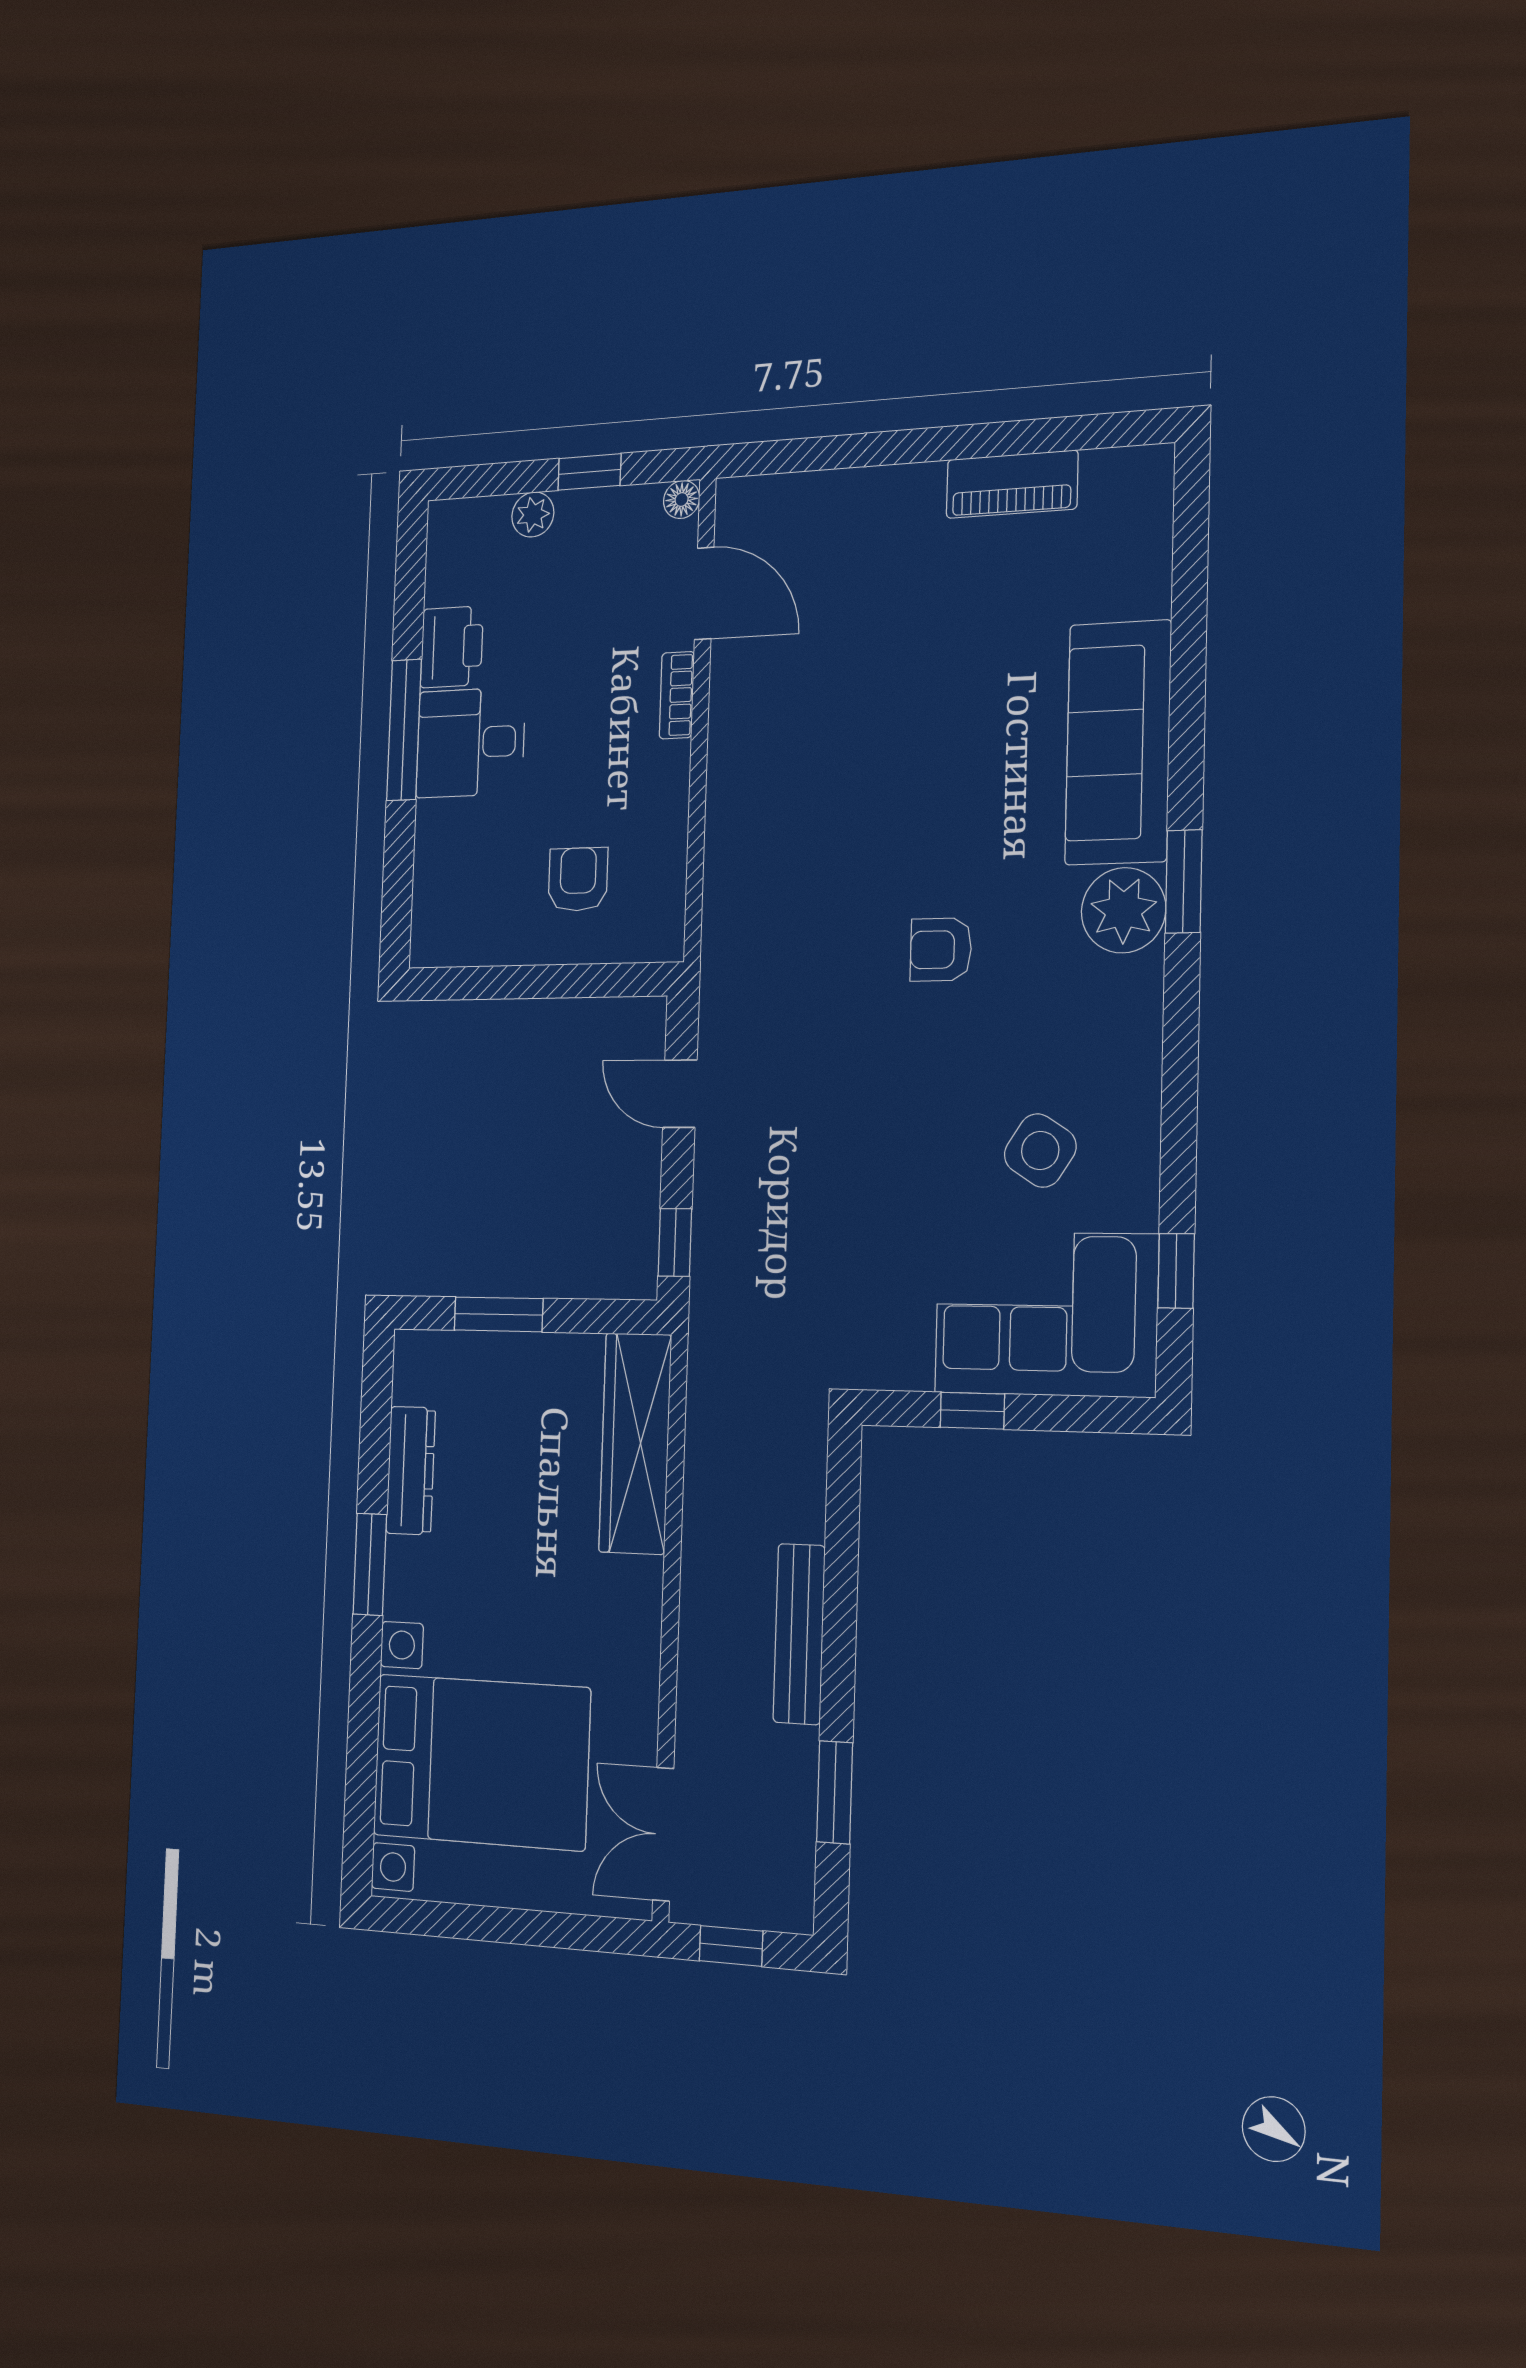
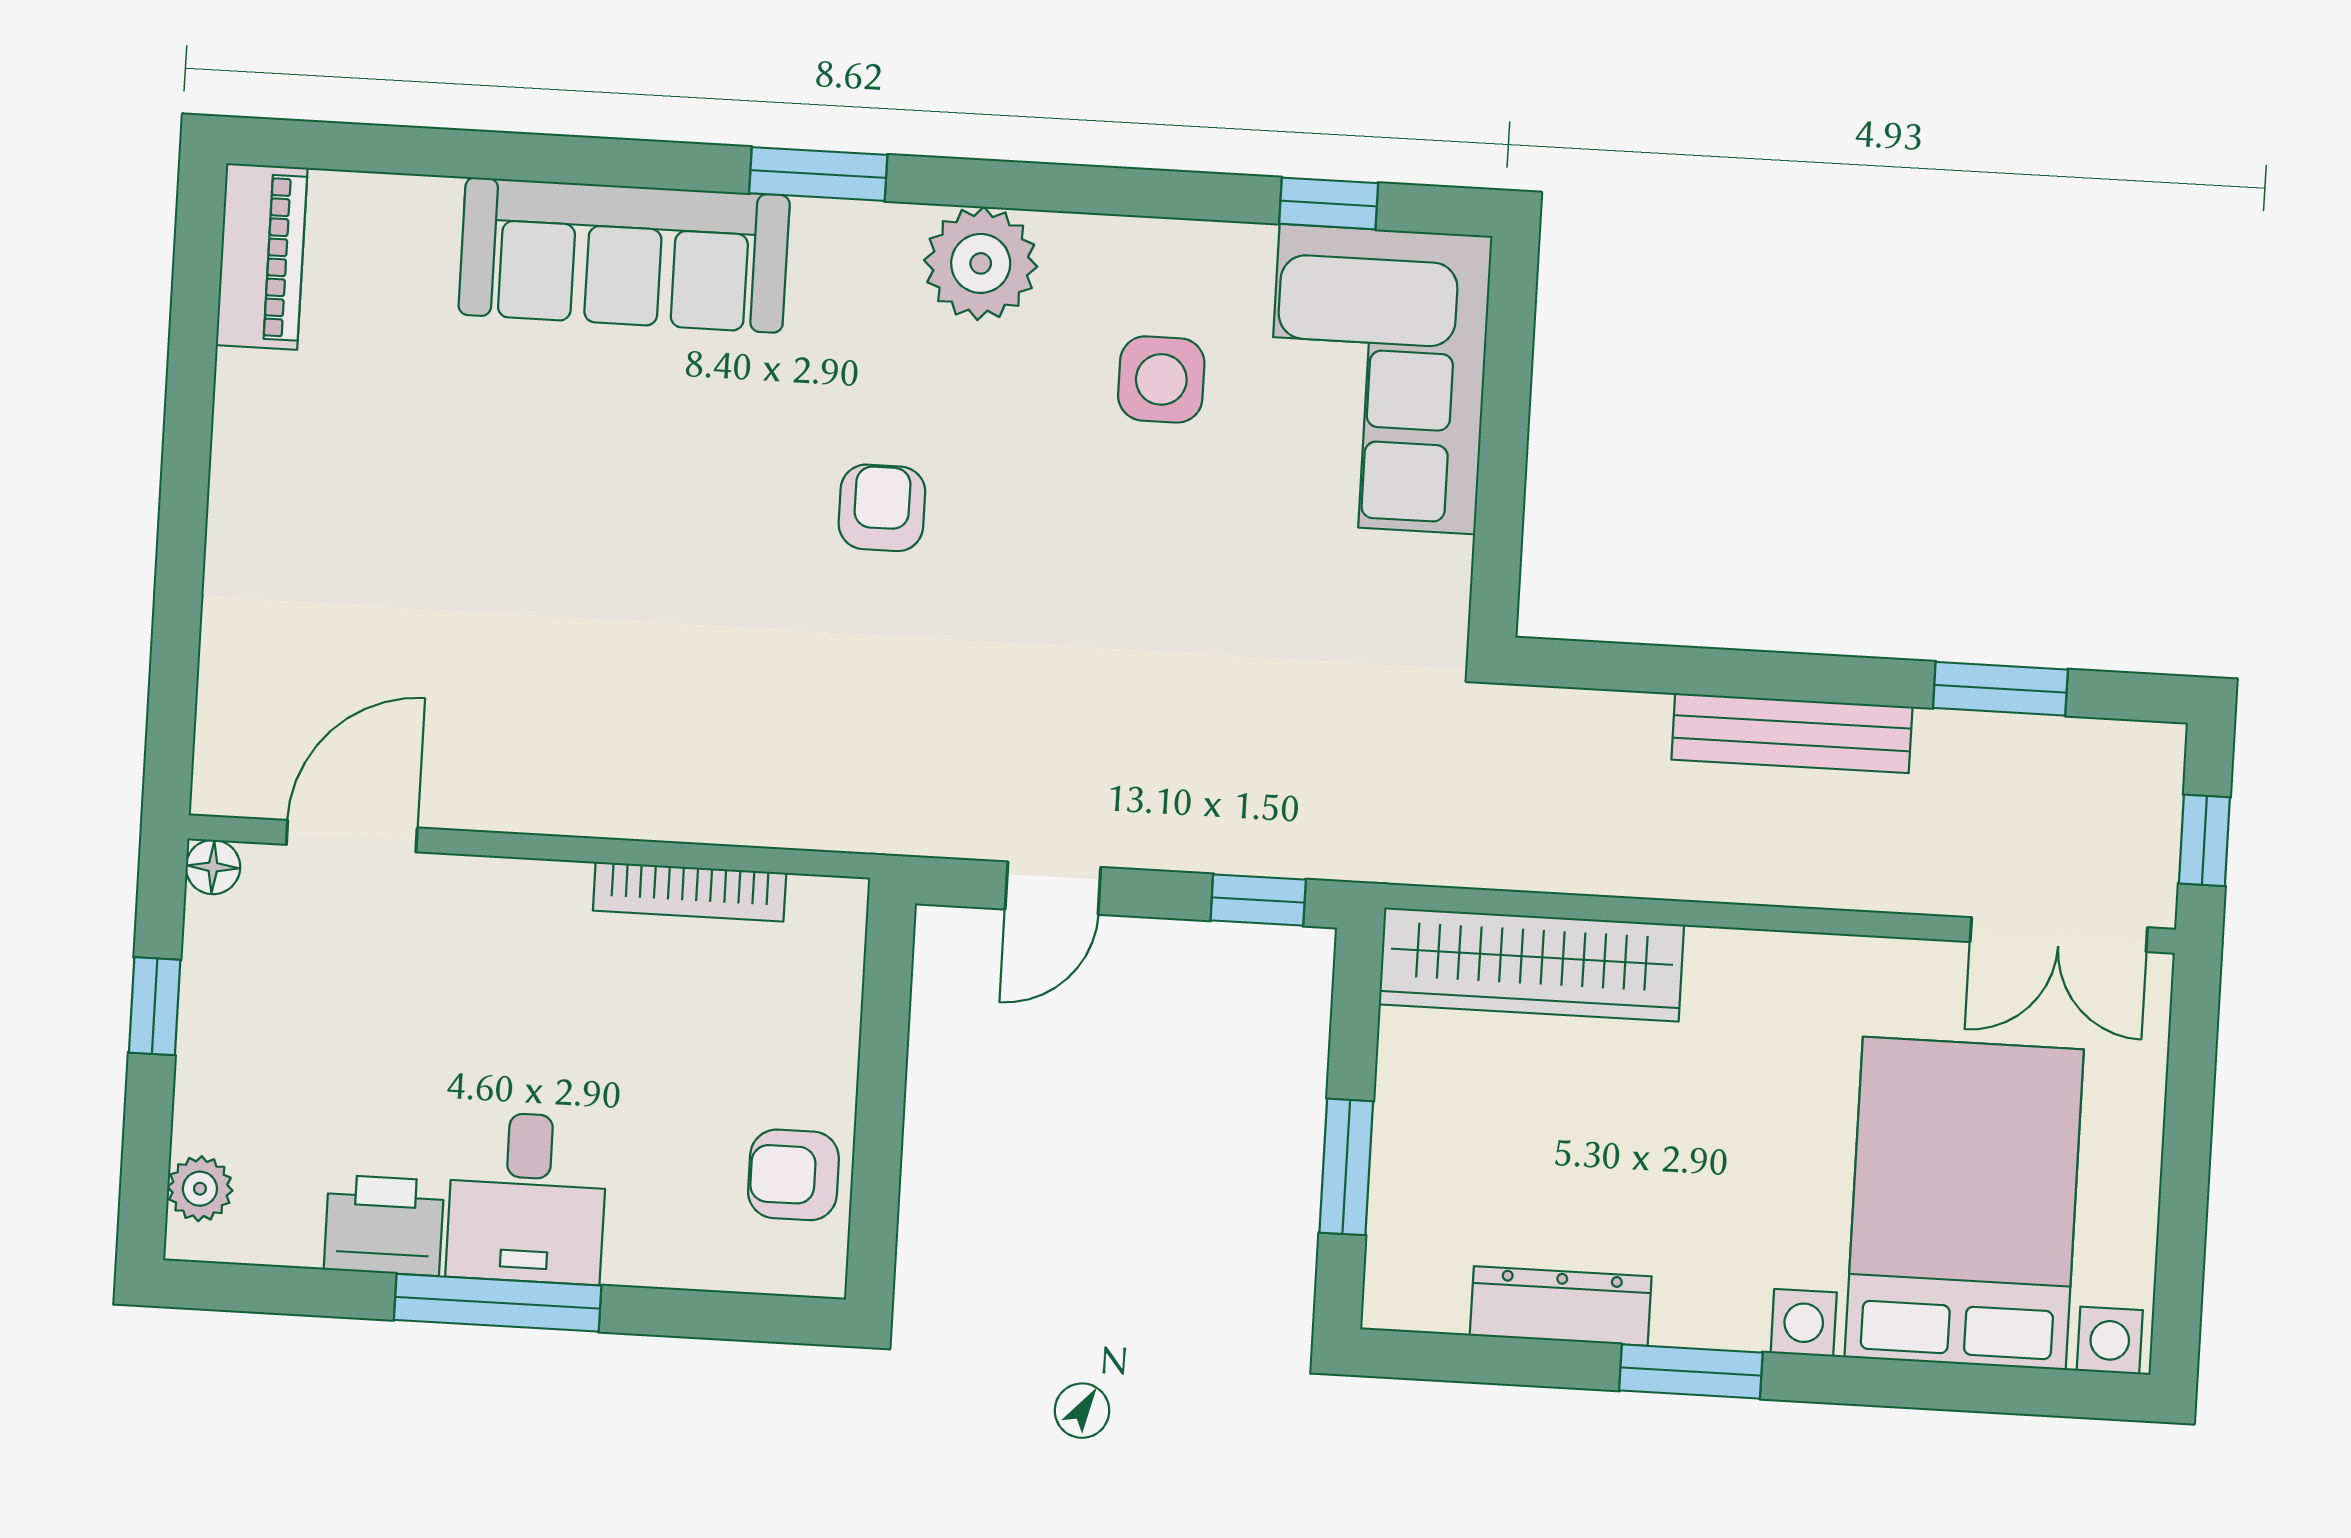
piano: (1012, 484) -> (262, 256), moved
plant: (533, 515) -> (200, 1189), moved
bookcase: (677, 695) -> (690, 892), moved, width x1.56
armchair: (578, 879) -> (793, 1175), moved
plant: (1123, 910) -> (981, 263), moved
armchair: (941, 950) -> (882, 508), turned 180
side table: (1040, 1151) -> (1161, 379), turned -33
window: (972, 1411) -> (1501, 483), removed

